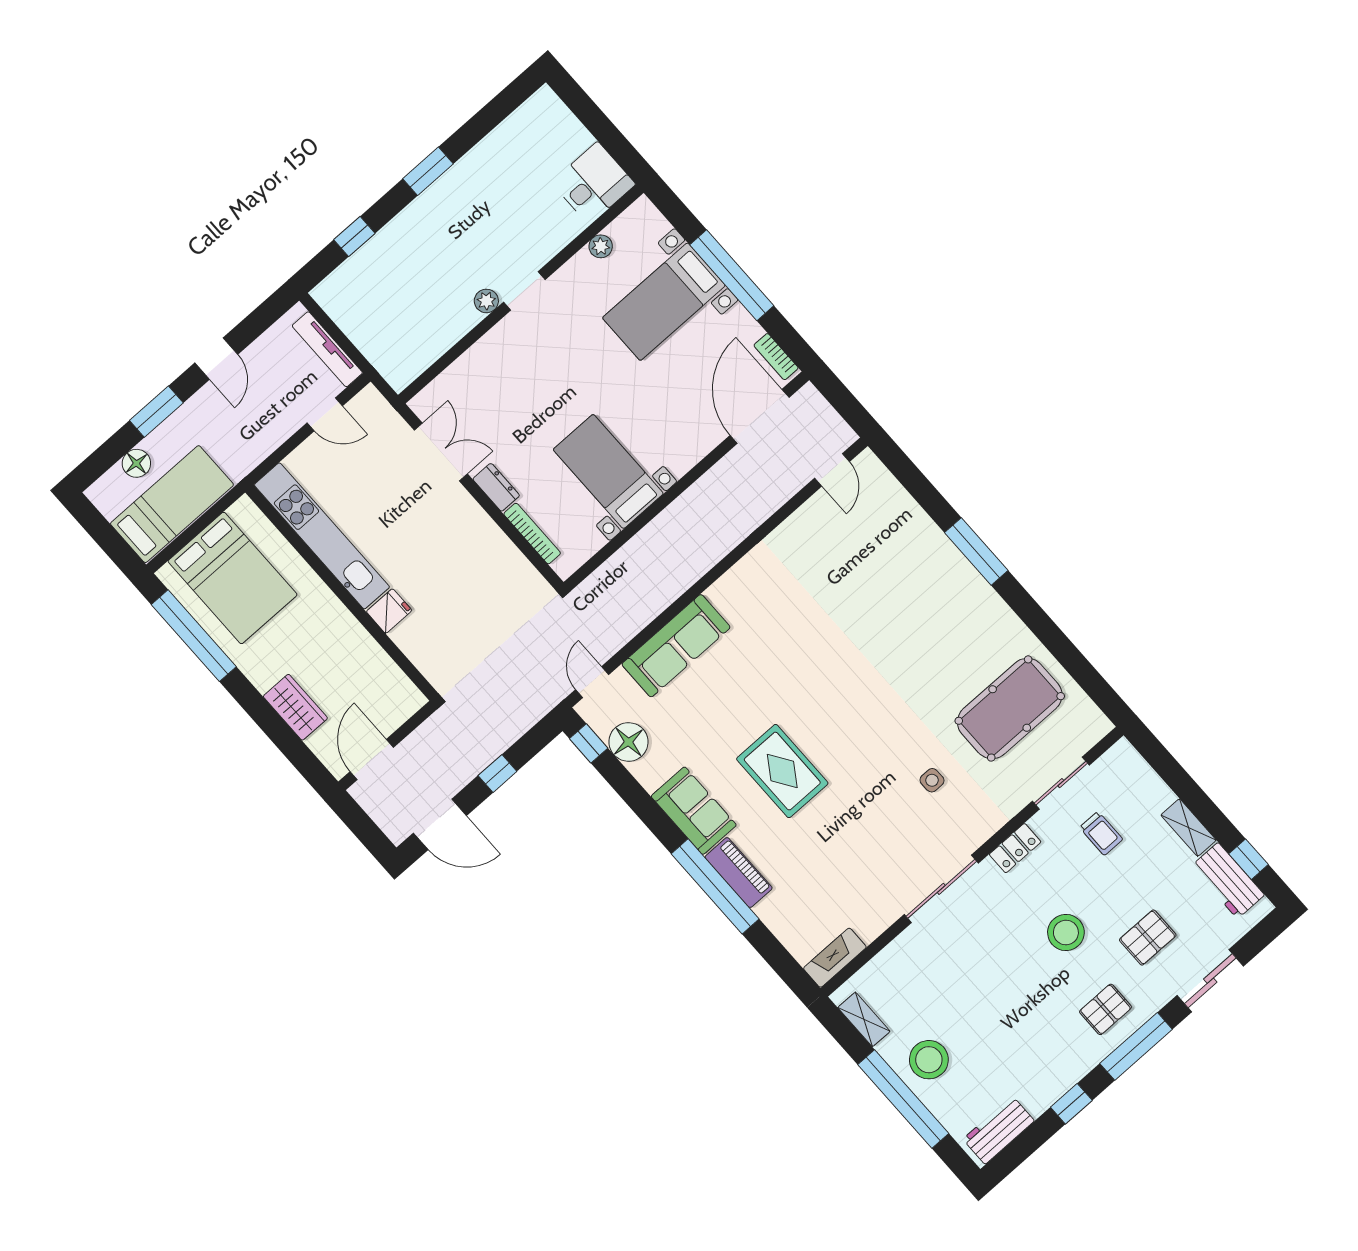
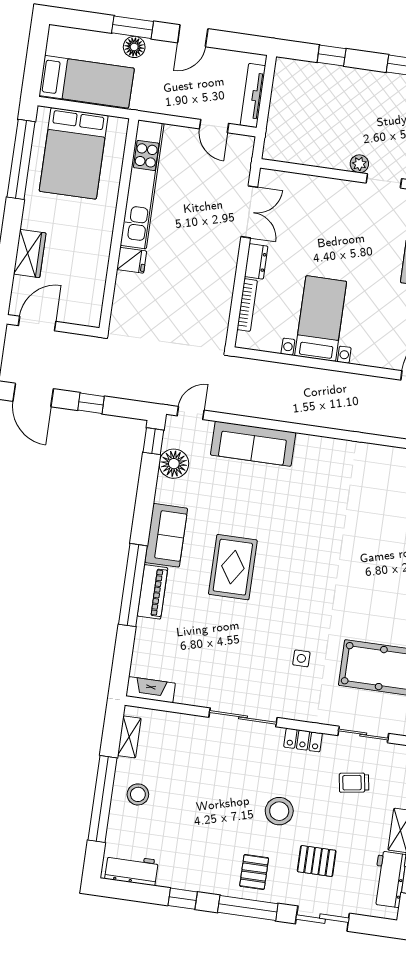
floor lamp: (136, 463) -> (134, 47), moved
trolley: (1101, 833) -> (354, 783), turned 81
pallet: (1106, 1009) -> (254, 872), turned 90
stool: (929, 1060) -> (138, 794), width x0.73, depth x0.73

